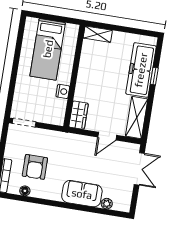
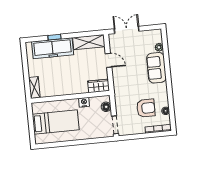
floor lamp: (50, 118) -> (106, 107), added

